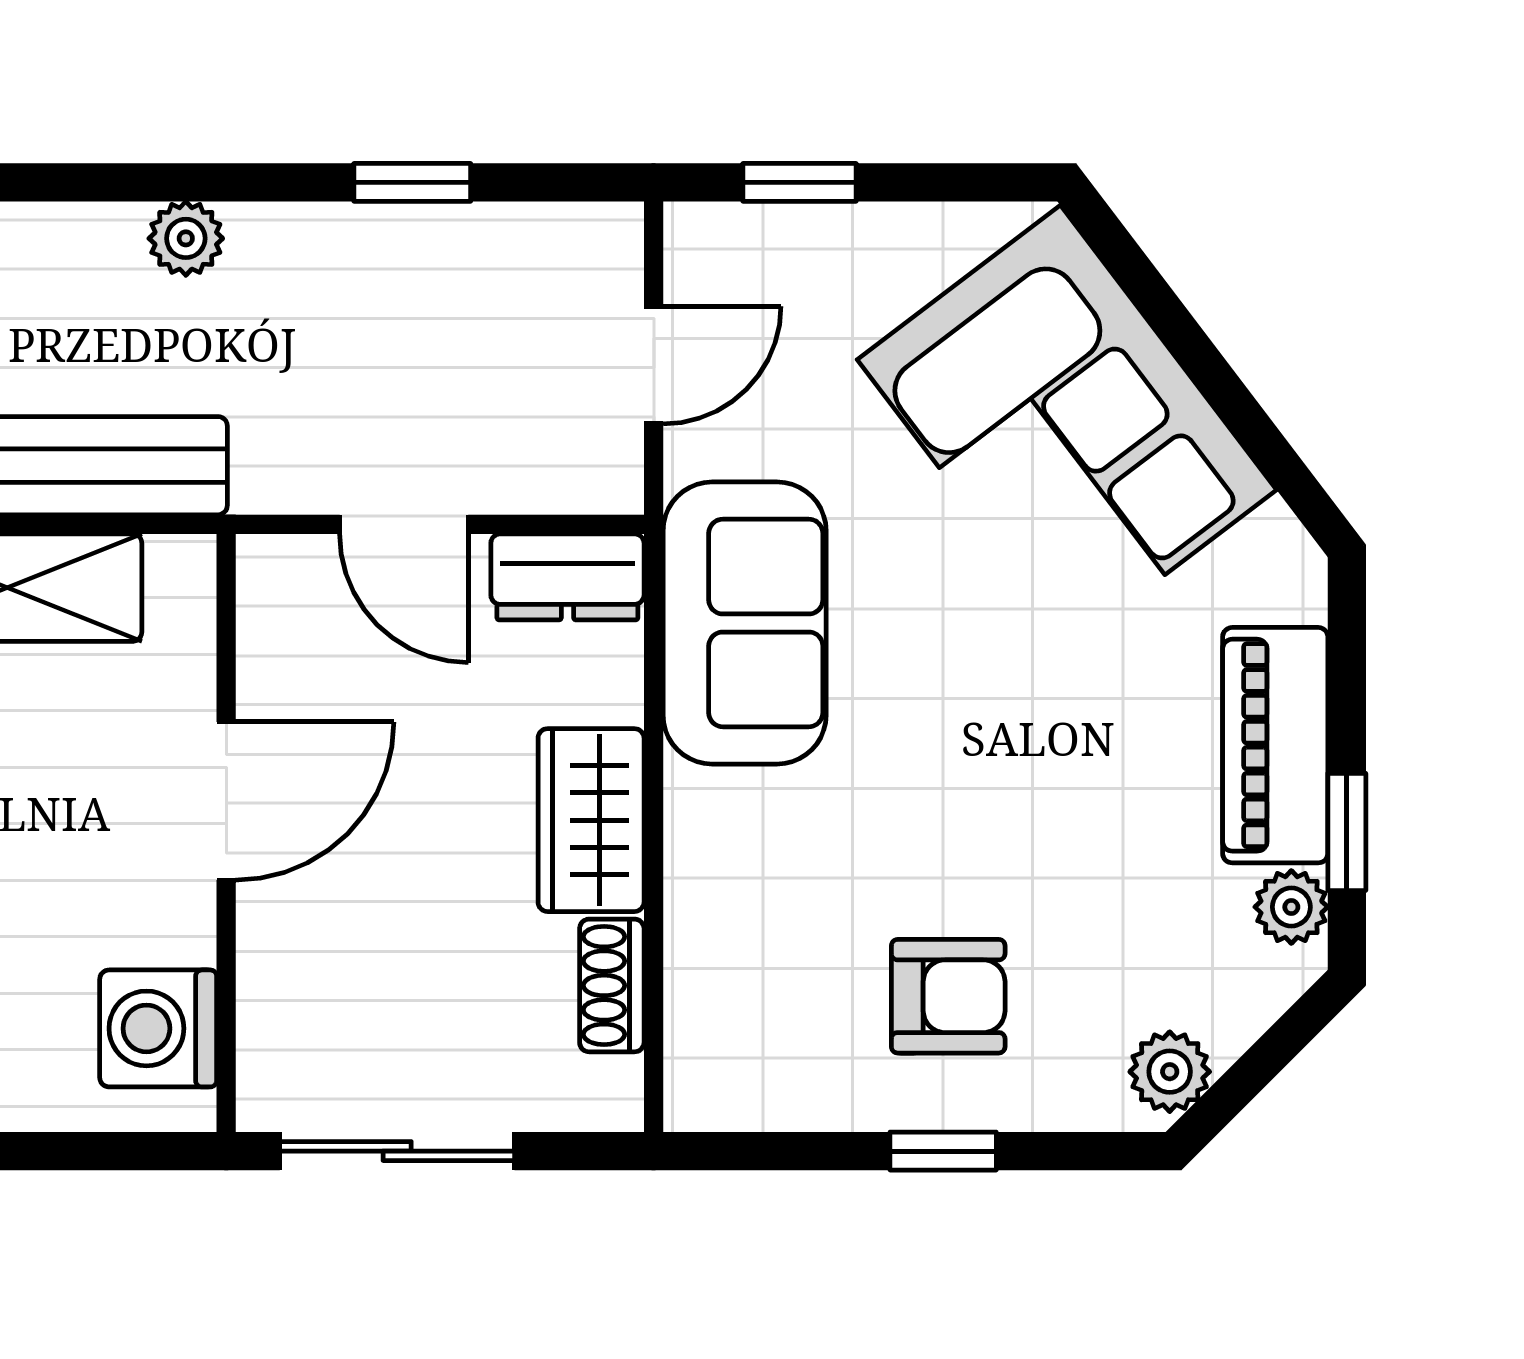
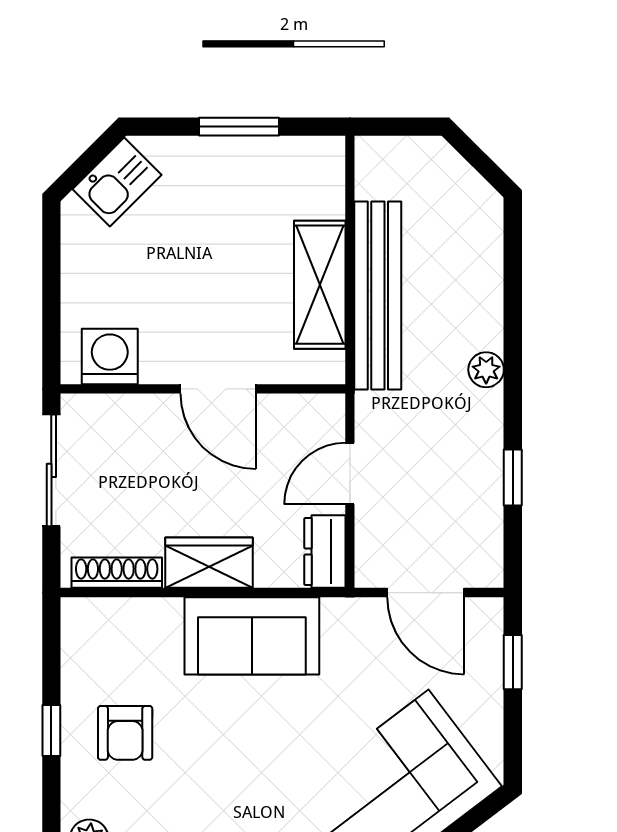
door: (654, 365) -> (426, 593), width x1.38
sofa: (745, 623) -> (252, 636), moved
shoe rack: (612, 985) -> (117, 573), width x1.43

